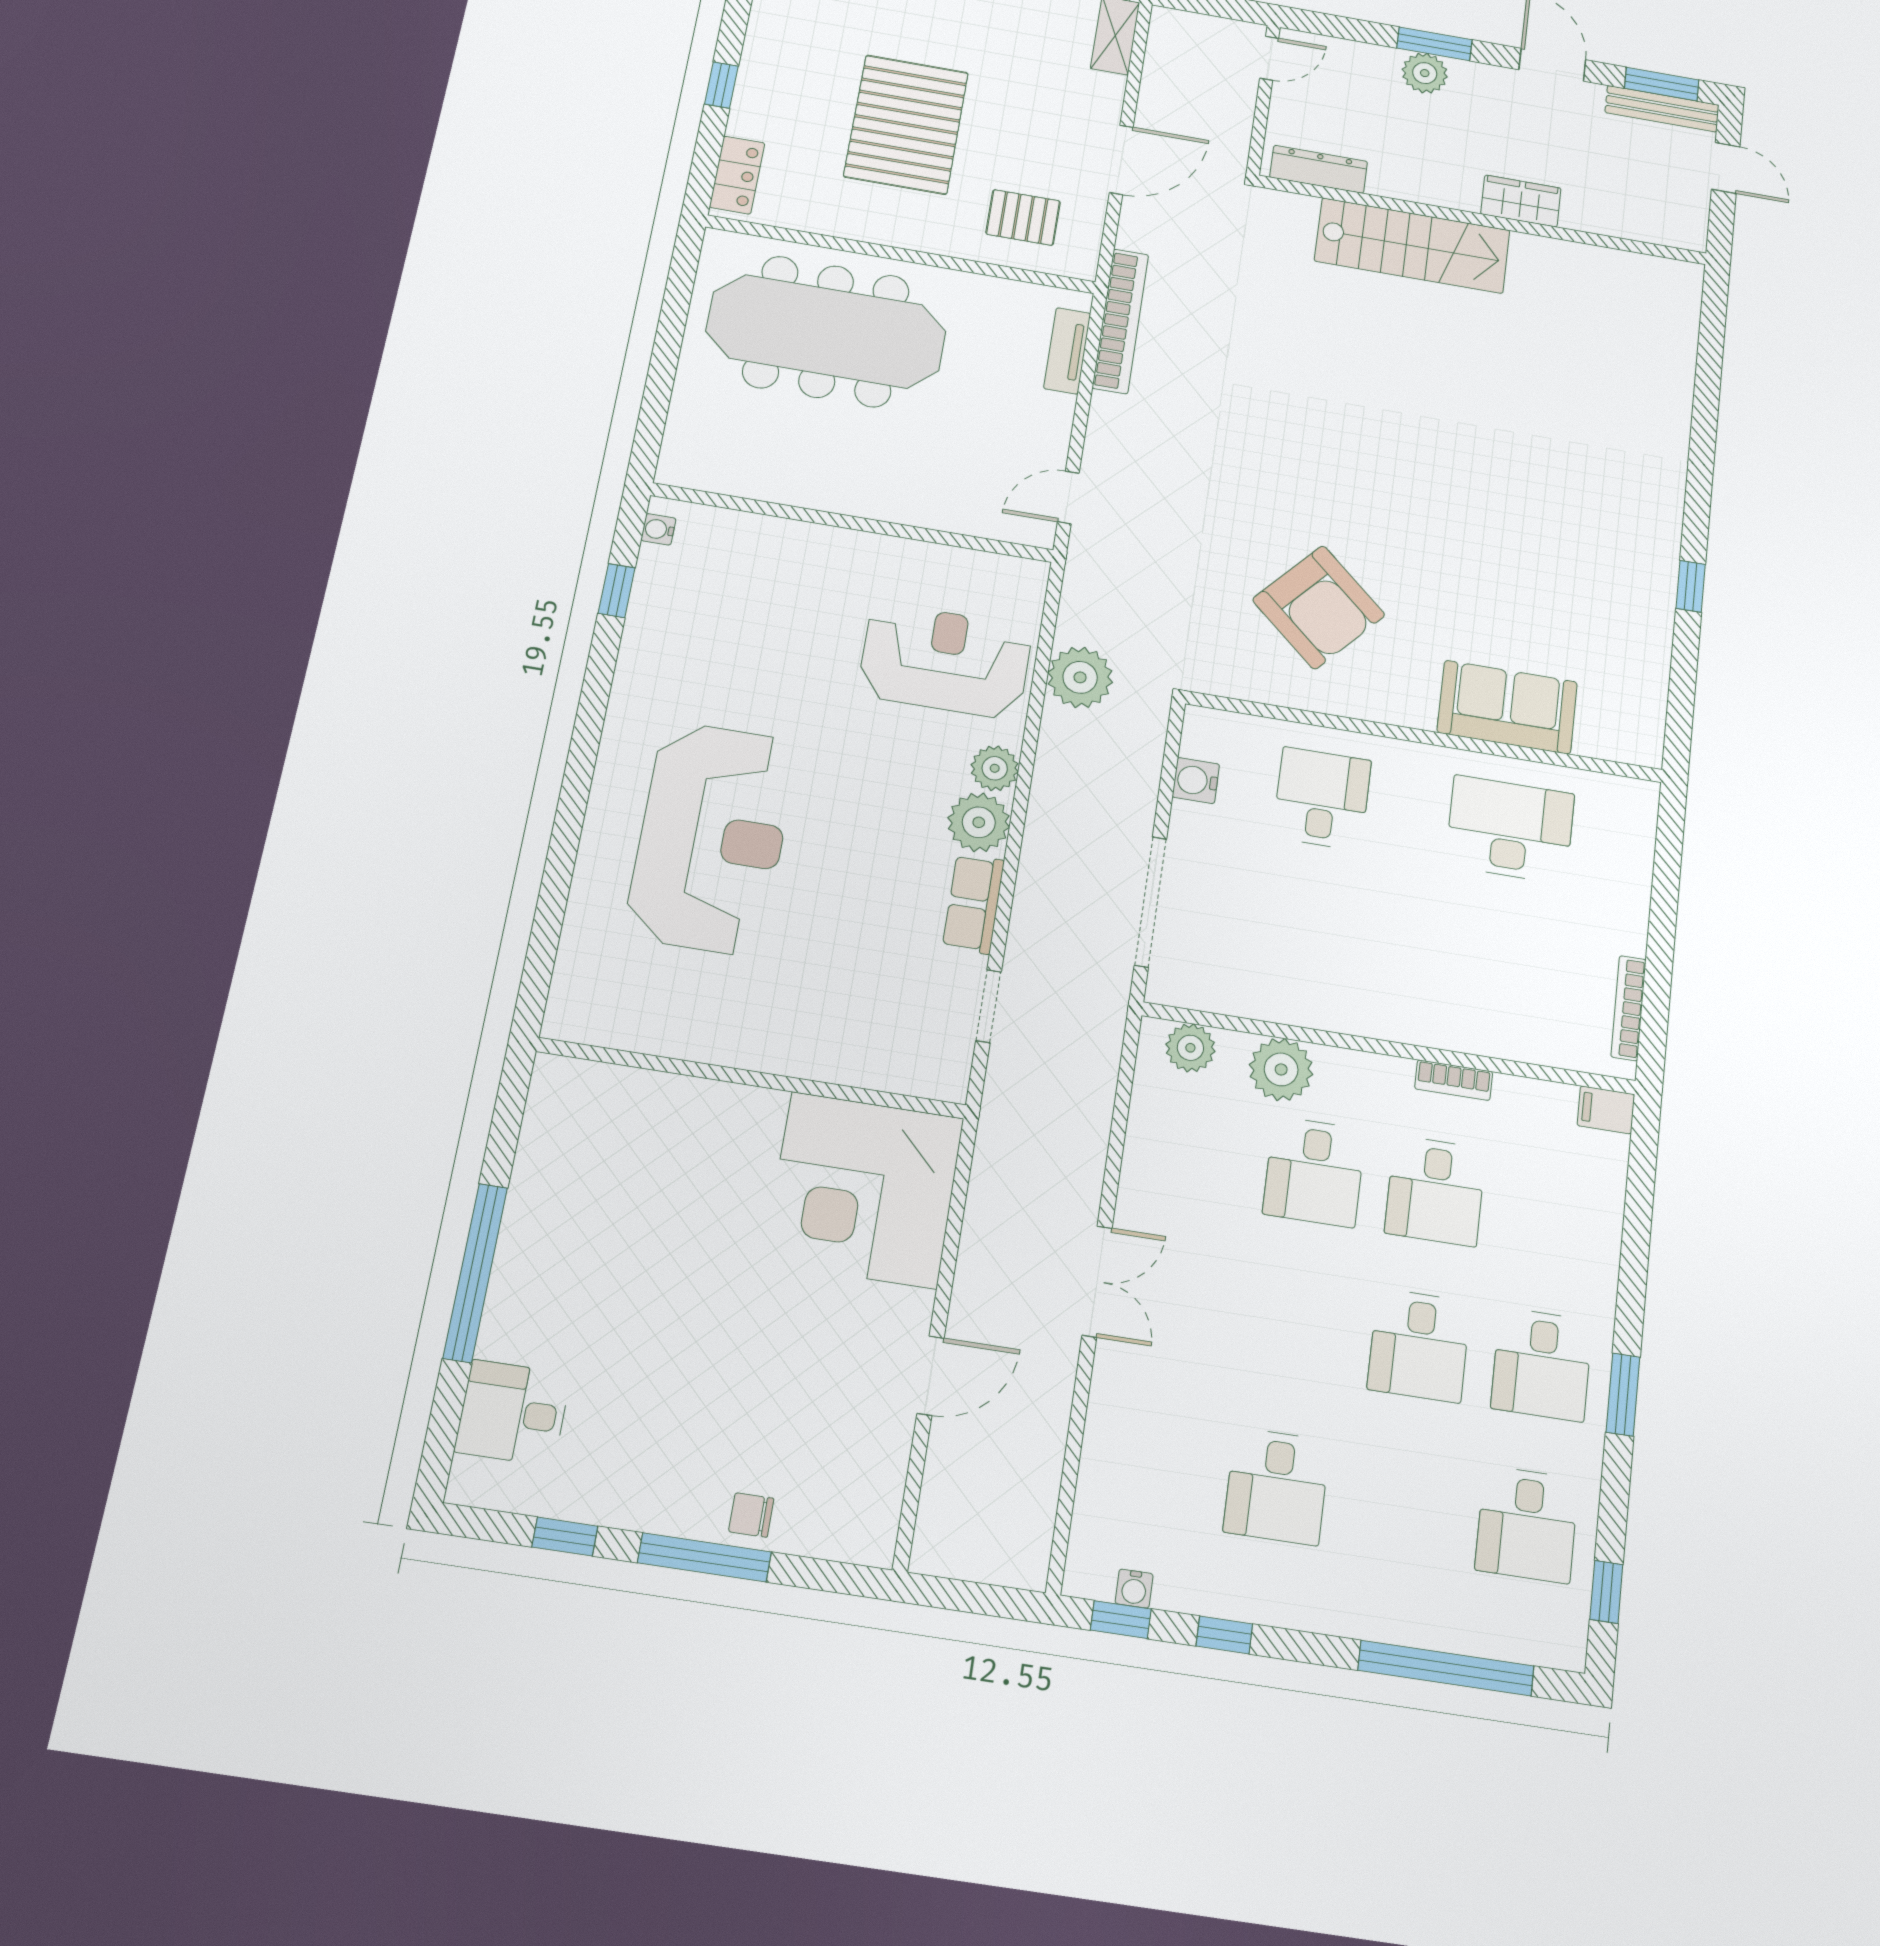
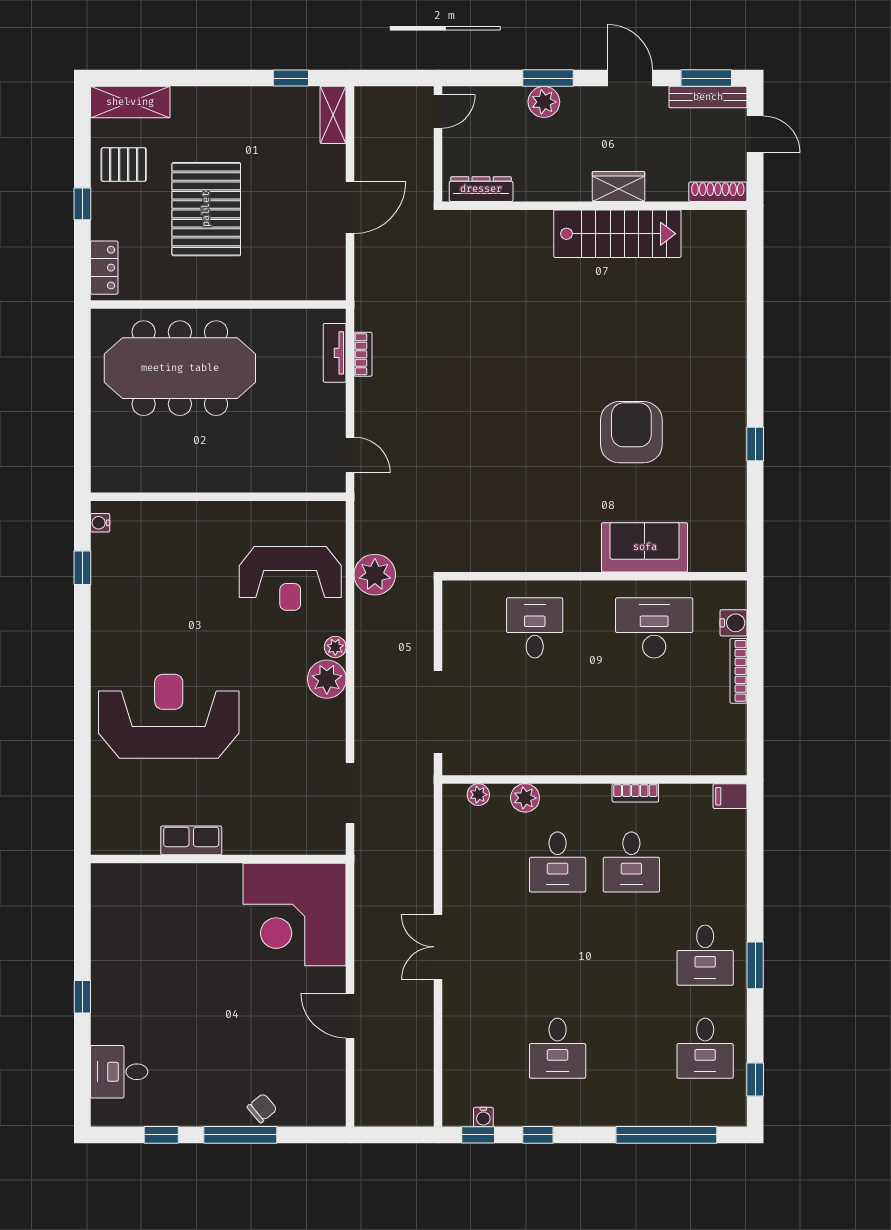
pallet: (1023, 217) -> (124, 165), moved
shoe rack: (1665, 233) -> (718, 192), added
stairs: (1412, 246) -> (617, 234), moved
bookcase: (1120, 321) -> (363, 354), width x0.43, depth x0.76
door: (1068, 497) -> (350, 455), swing flipped
armchair: (1319, 607) -> (631, 432), moved, turned -132
reception desk: (945, 661) -> (290, 578), turned 180
plant: (995, 768) -> (335, 647), width x0.73, depth x0.73
water cooler: (1196, 781) -> (734, 623), moved, turned 180
reception desk: (712, 838) -> (169, 716), turned -90
row of seats: (973, 904) -> (191, 840), moved, turned 90
doorway: (988, 1006) -> (350, 793), width x1.38
bookcase: (1629, 1008) -> (738, 671), moved
plant: (1190, 1048) -> (478, 795), width x0.73, depth x0.73
plant: (1281, 1069) -> (525, 798), width x0.73, depth x0.73
window: (475, 1273) -> (82, 997), width x0.32
double door: (1097, 1282) -> (438, 947), swing flipped
desk: (1419, 1345) -> (631, 955), removed
door: (930, 1376) -> (350, 1016), swing flipped
chair: (751, 1515) -> (262, 1108), turned 140

